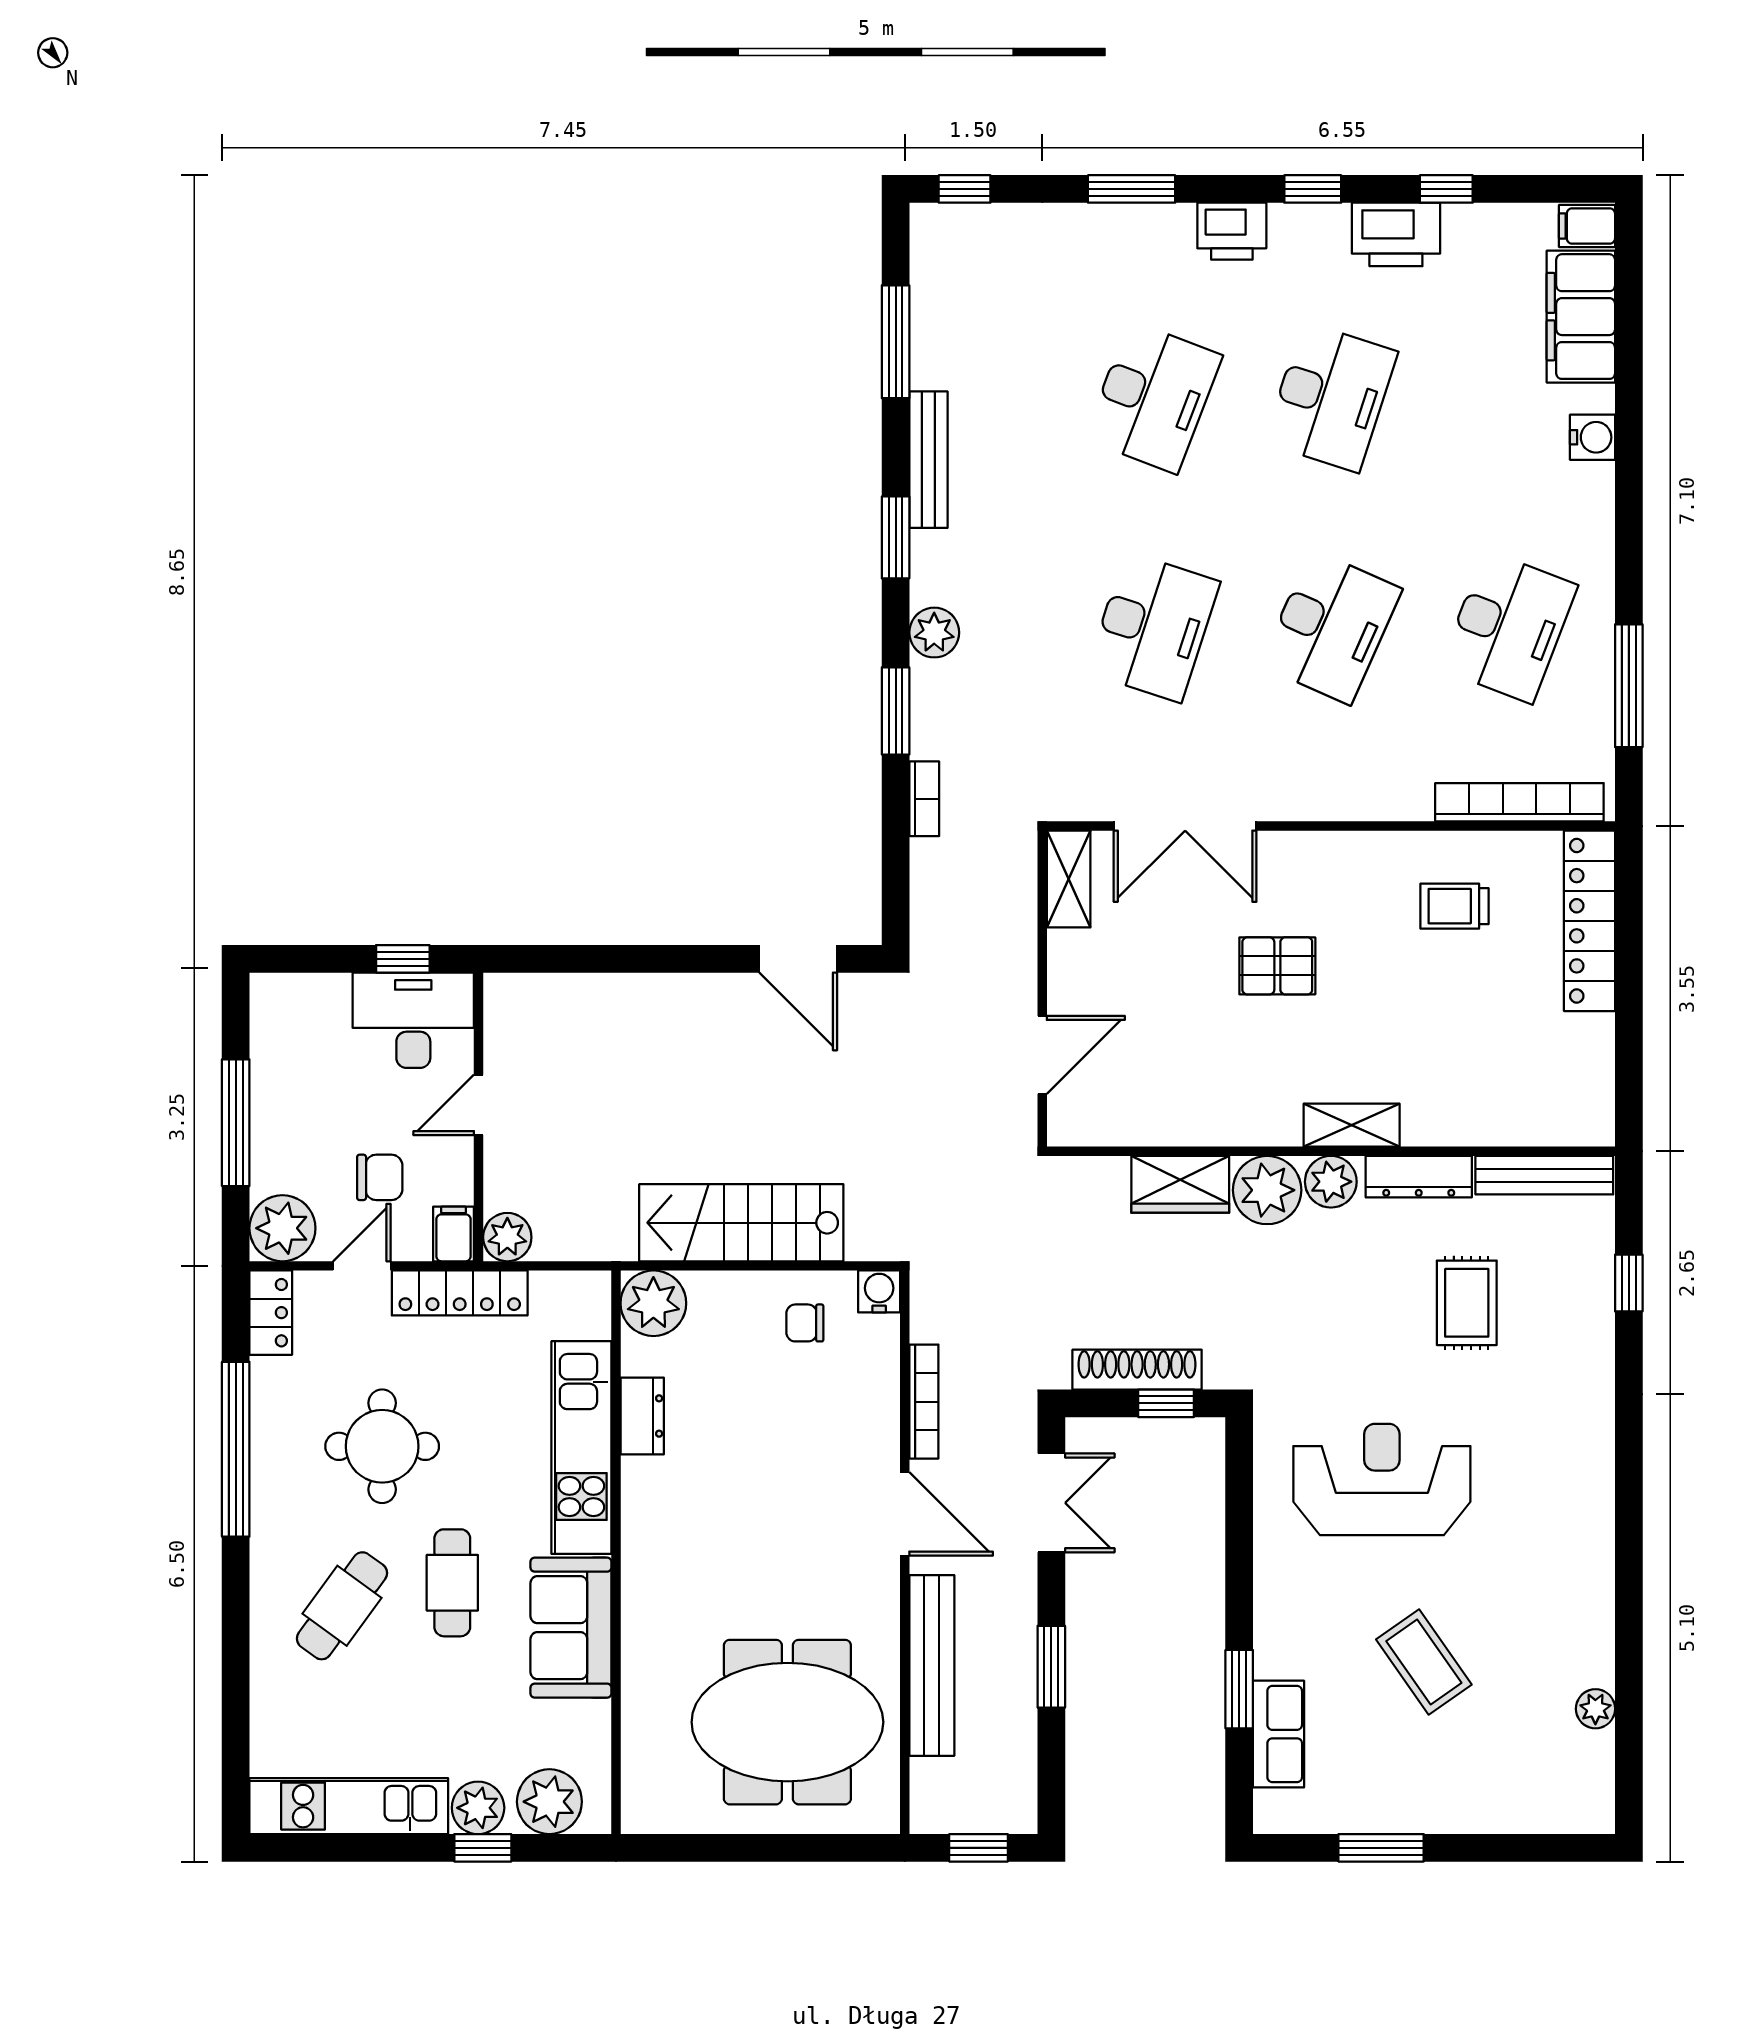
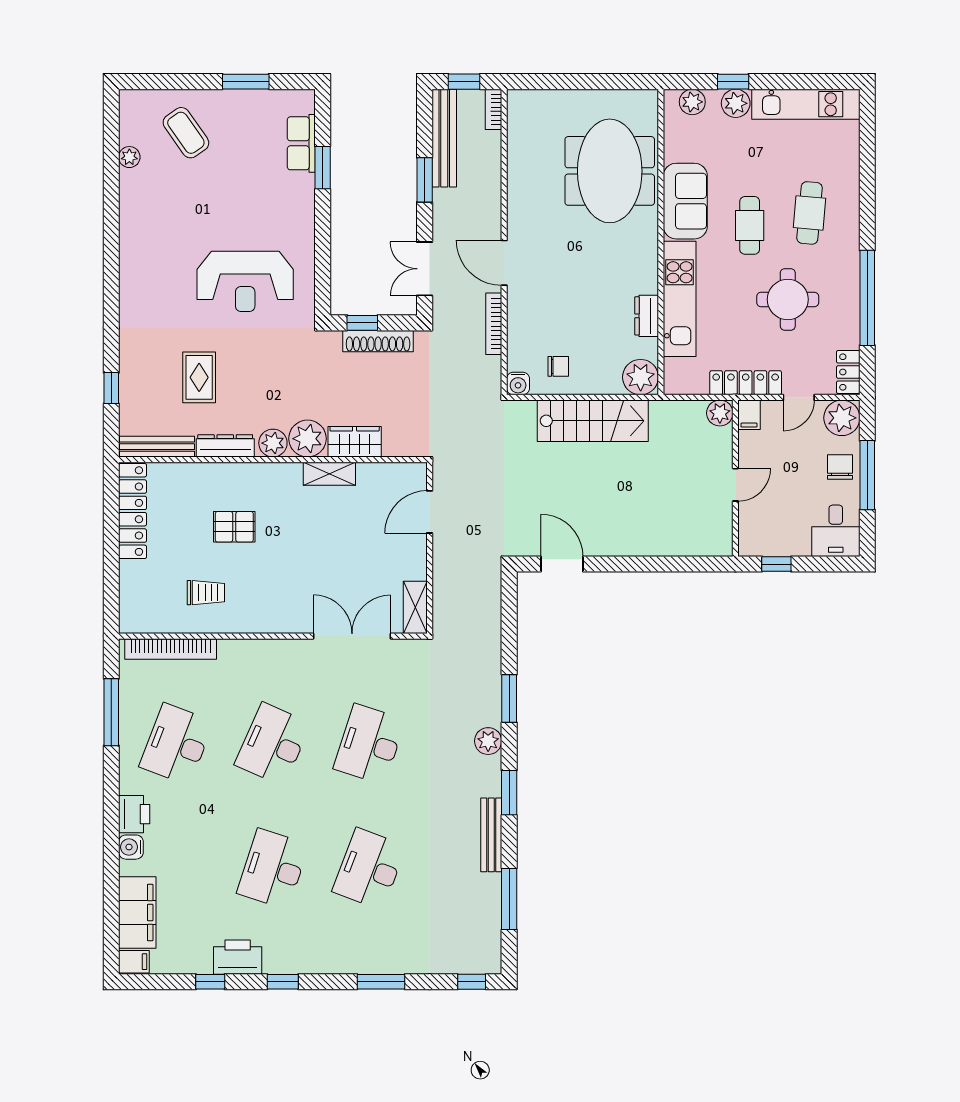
printer: (1232, 231) -> (134, 814), moved, turned 90
bookcase: (924, 799) -> (494, 109), moved
locker: (1589, 921) -> (133, 511), moved
pallet: (1277, 966) -> (234, 527), moved
desk: (413, 1020) -> (836, 531), moved, width x0.73
shelving: (1352, 1125) -> (329, 474), moved
chair: (380, 1177) -> (840, 467), moved, turned 90
cafe table: (342, 1606) -> (809, 213), turned -31
coffee table: (1424, 1662) -> (186, 133), moved
bench: (932, 1665) -> (444, 138), moved
meeting table: (787, 1722) -> (610, 171), moved, turned 90
plant: (549, 1802) -> (692, 102), width x0.73, depth x0.73

